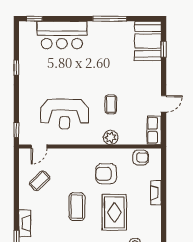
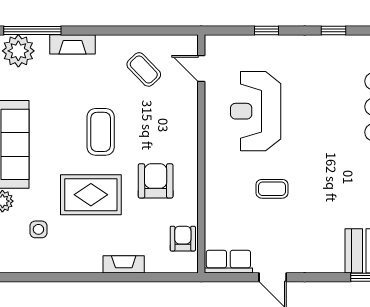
window: (16, 130) -> (266, 30), moved
plant: (111, 137) -> (217, 189), removed
armchair: (141, 158) -> (183, 239), turned 180
coffee table: (77, 207) -> (101, 132), turned 90

